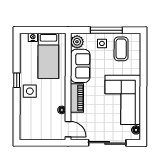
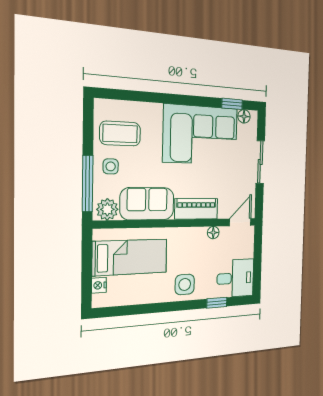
window: (106, 30) -> (88, 184), moved
window: (17, 80) -> (217, 303), moved
window: (143, 121) -> (232, 104), added
desk: (32, 127) -> (235, 278), added
sliding door: (107, 143) -> (260, 162), width x0.73

